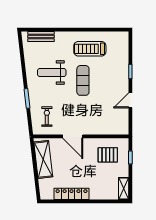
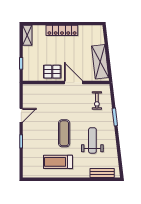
treadmill: (90, 49) -> (58, 162), turned 180
weight bench: (52, 72) -> (92, 140), turned -90
pallet: (108, 155) -> (52, 72), moved
locker: (72, 194) -> (62, 30), moved

